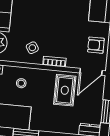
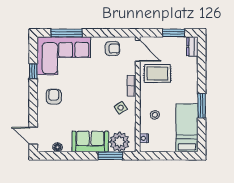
armchair: (96, 45) -> (112, 49), turned -90

